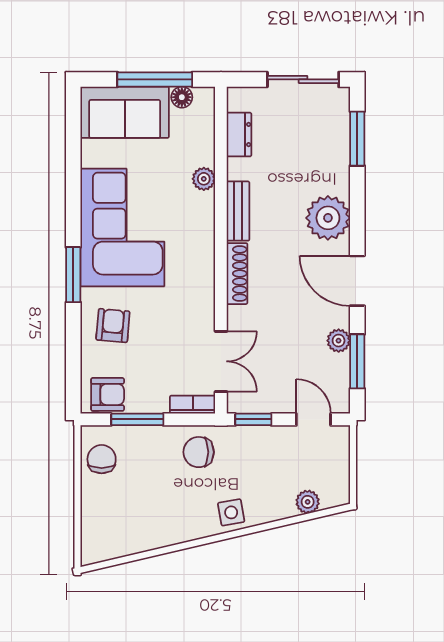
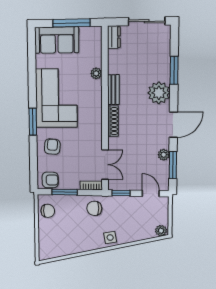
floor lamp: (182, 97) -> (85, 32), removed
dresser: (239, 135) -> (114, 37), moved
window: (357, 139) -> (174, 70), moved
door: (357, 281) -> (173, 125), swing flipped
chair: (102, 459) -> (48, 211), turned 90
plant: (308, 502) -> (161, 231), moved

